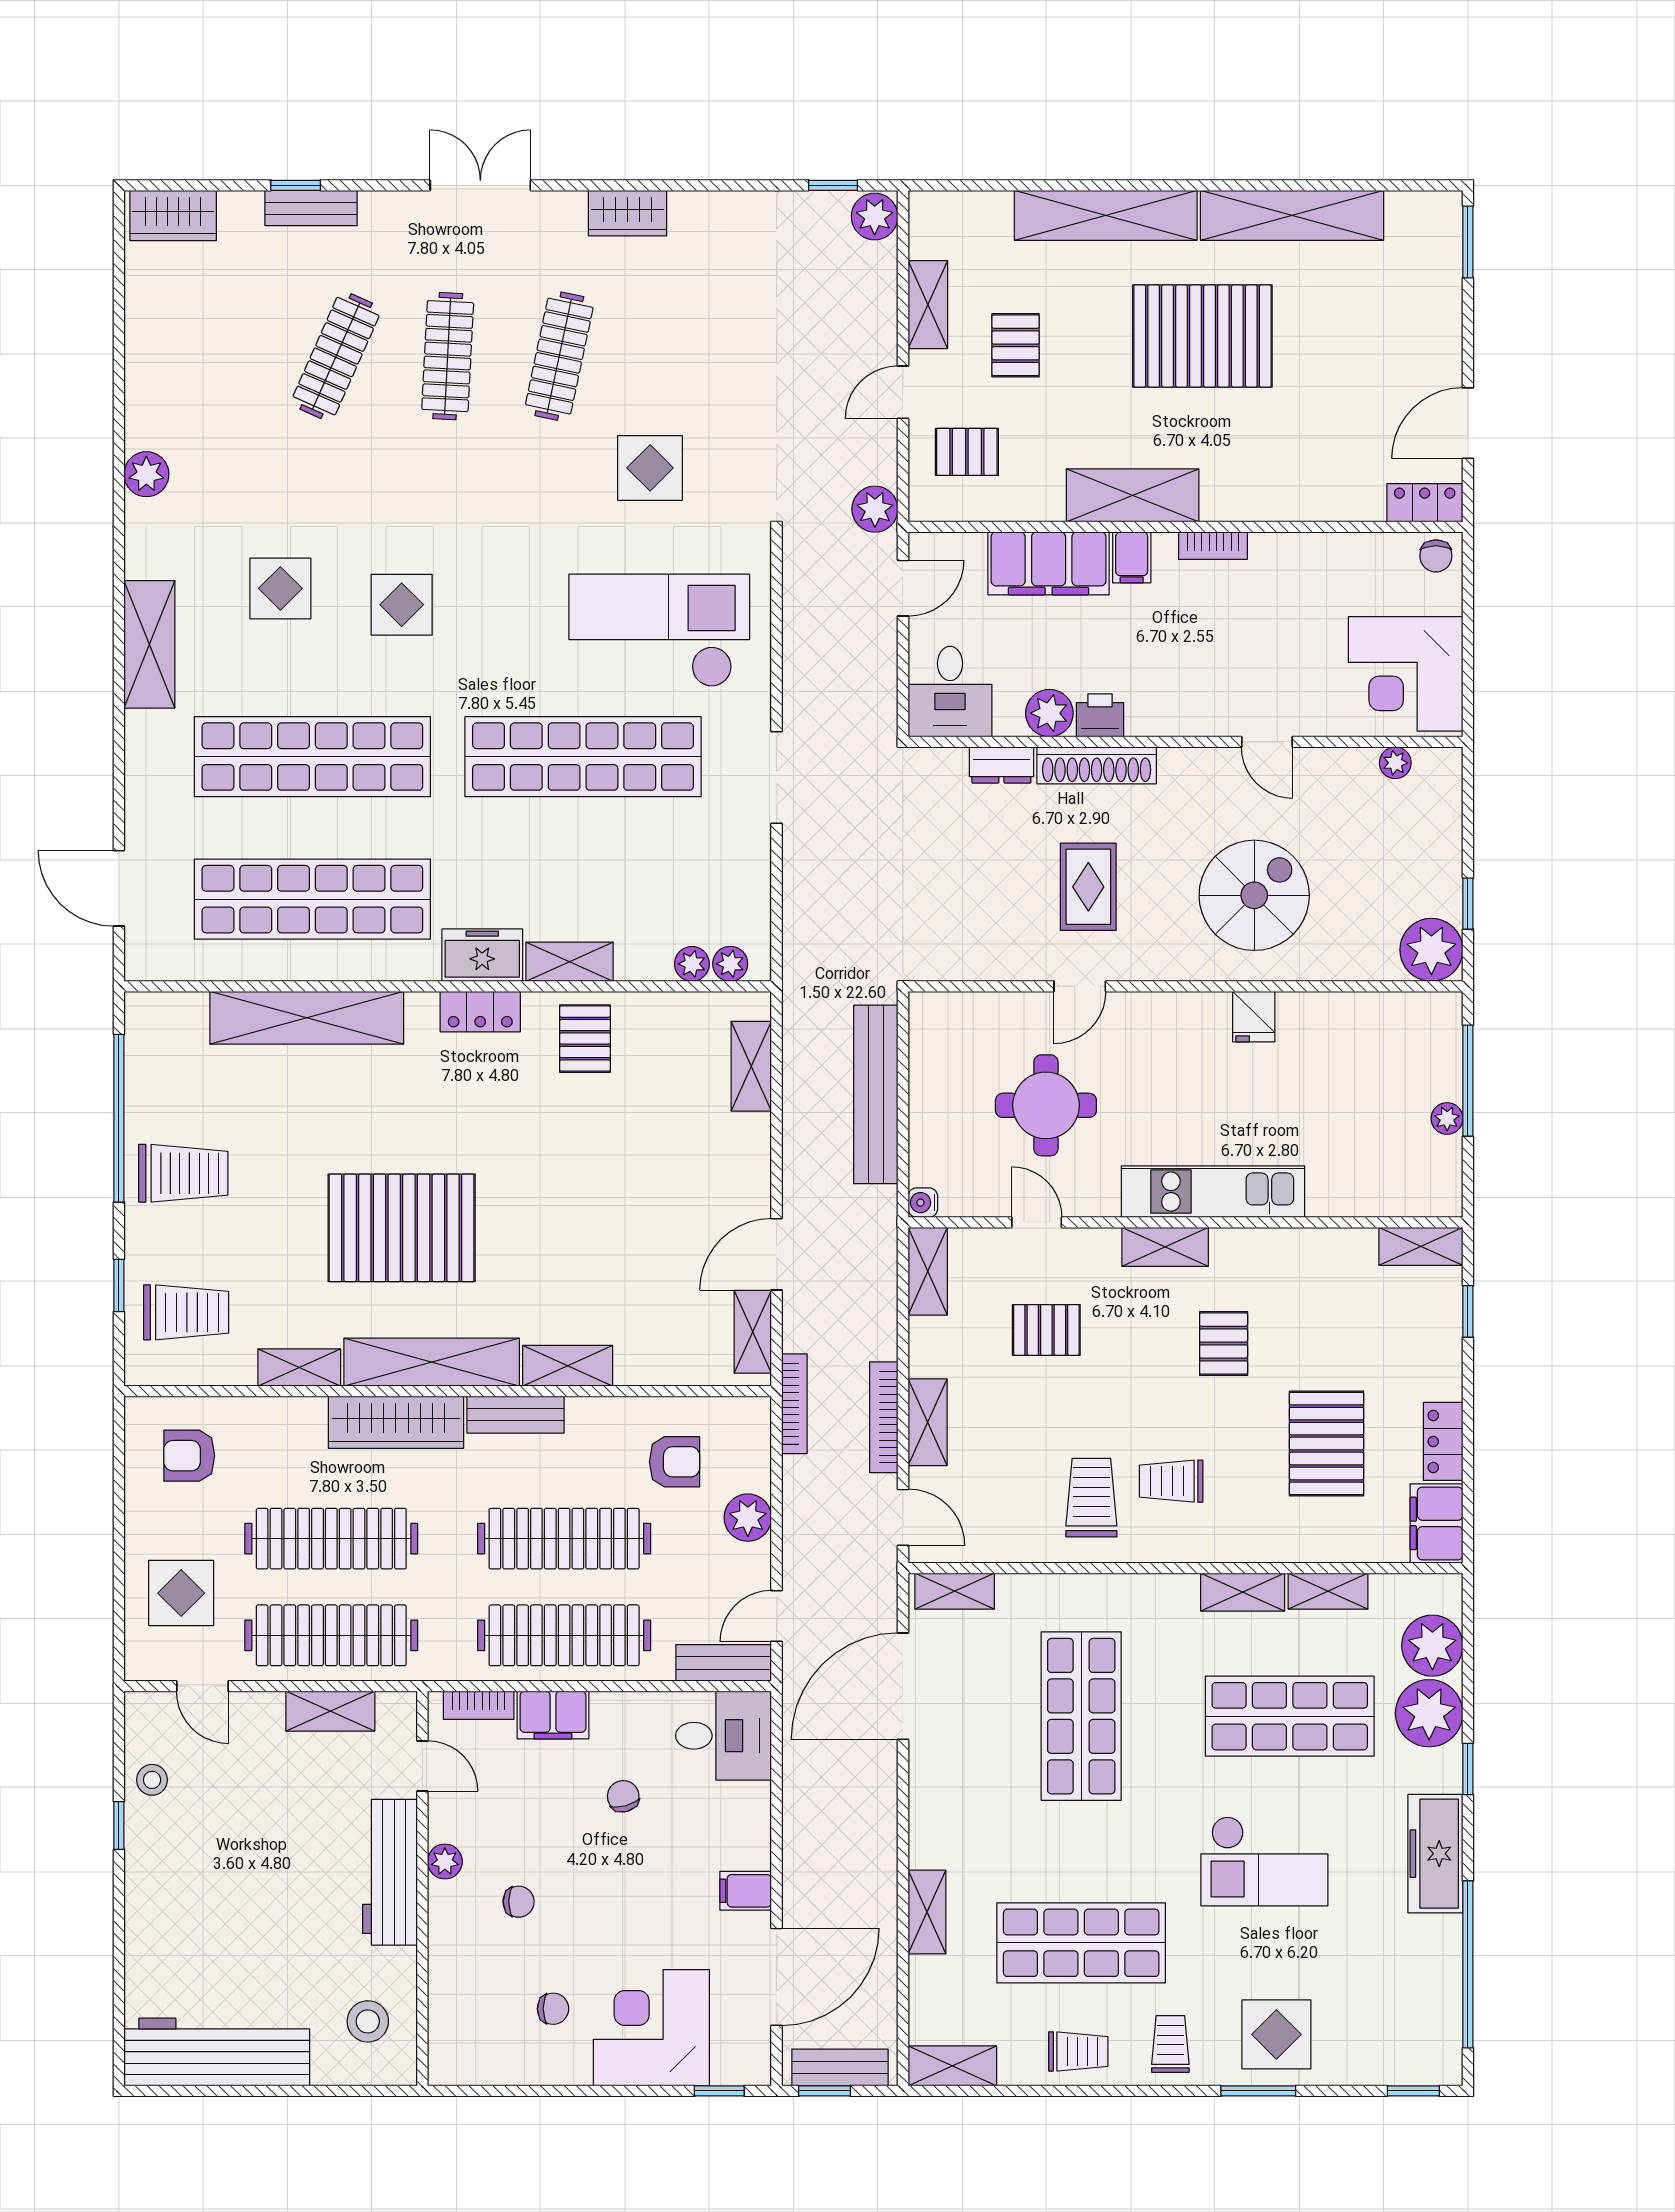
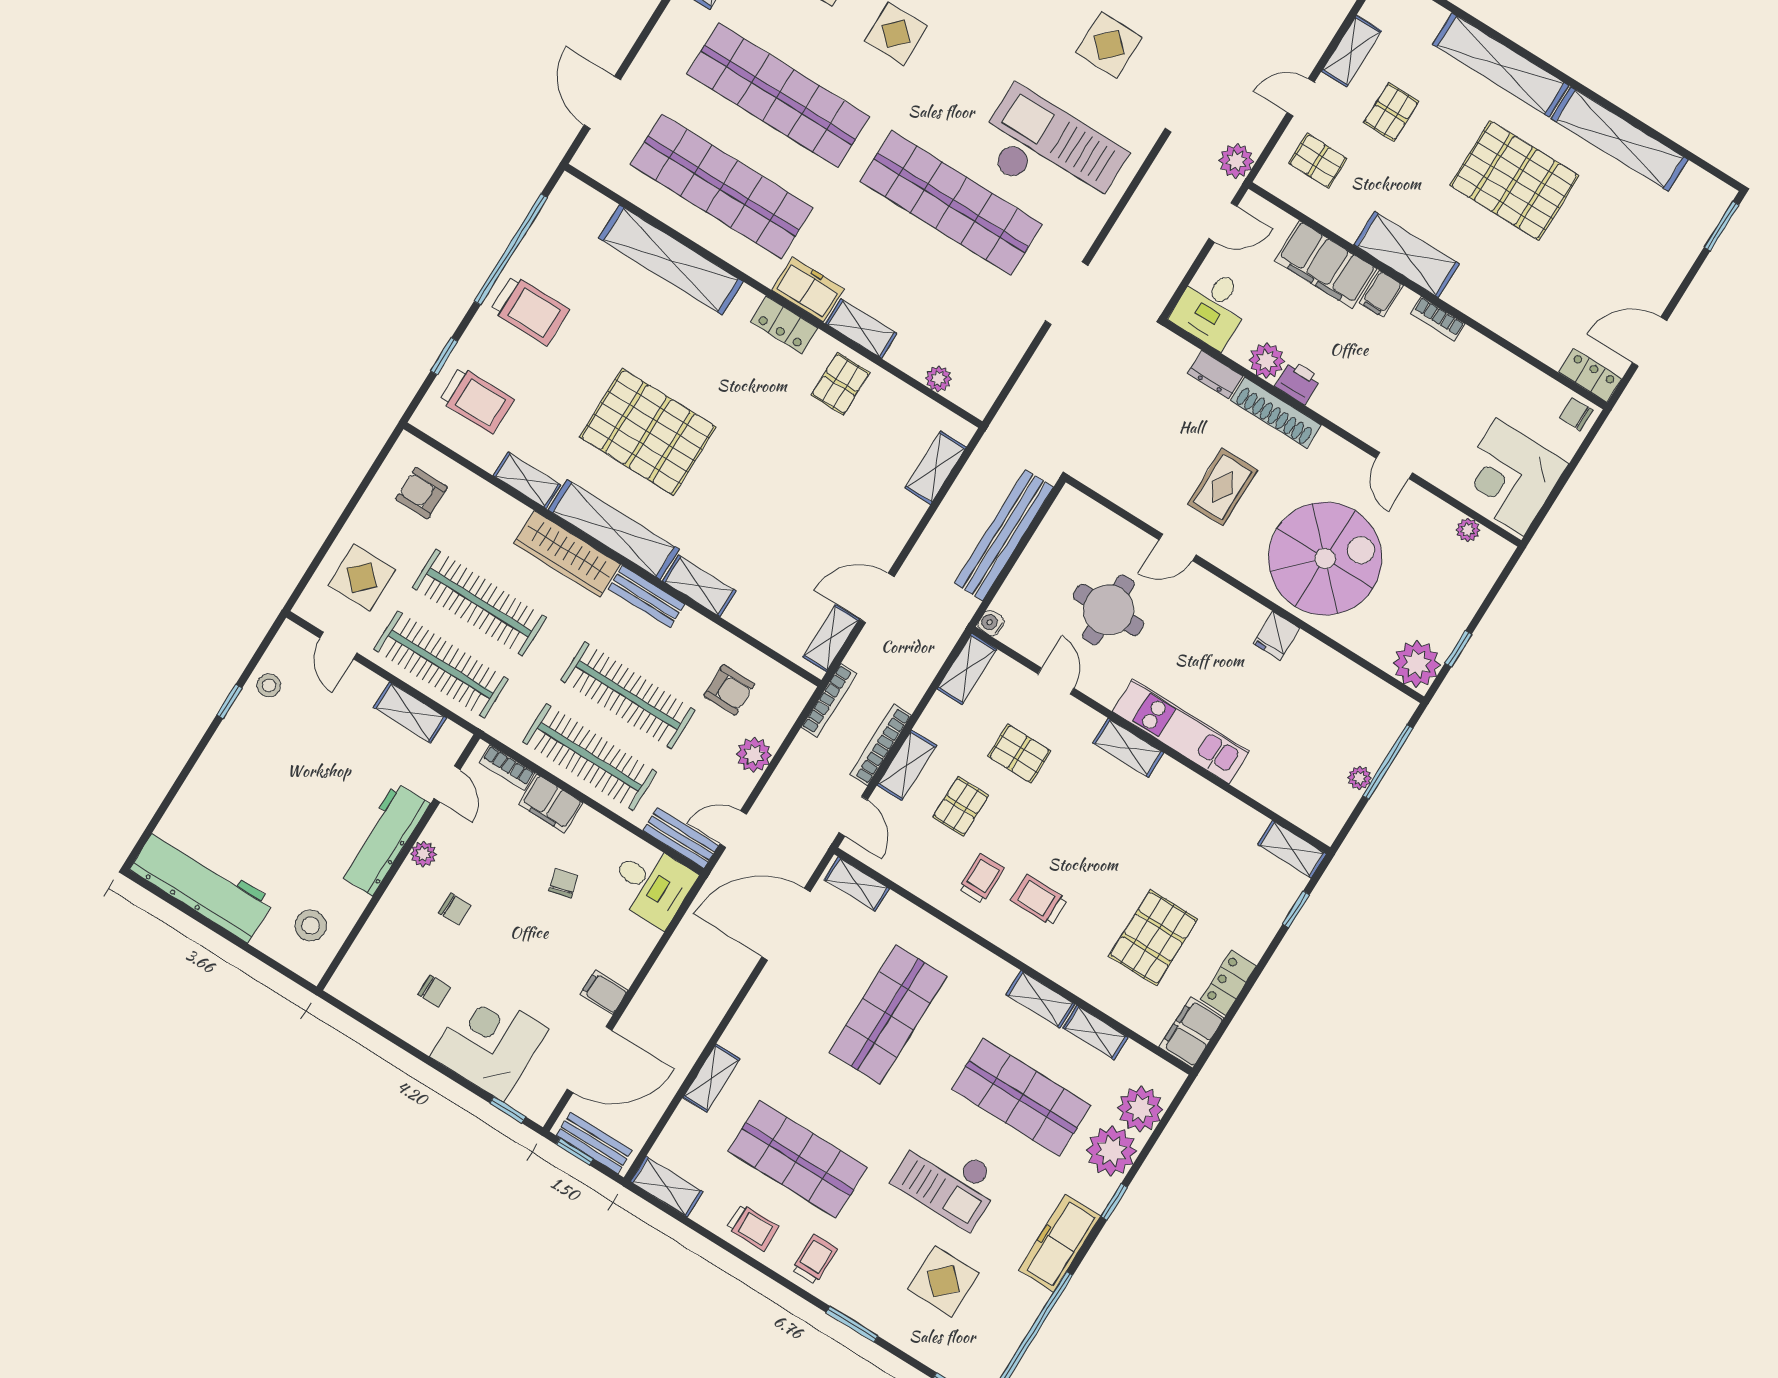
chair: (1436, 556) -> (1576, 414), turned 90
spiral stairs: (1254, 895) -> (1325, 559), width x1.37, depth x1.37
plant: (730, 964) -> (963, 394), removed
pallet: (1224, 1344) -> (961, 806), moved
trolley: (1091, 1498) -> (981, 879), width x0.73, depth x0.72
display table: (1276, 2034) -> (943, 1281), moved

